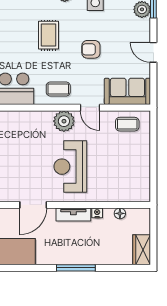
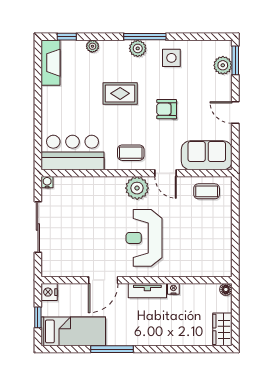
rug: (48, 35) -> (120, 93), turned 90
floor lamp: (120, 213) -> (226, 289), moved
window: (76, 268) -> (112, 349), moved

